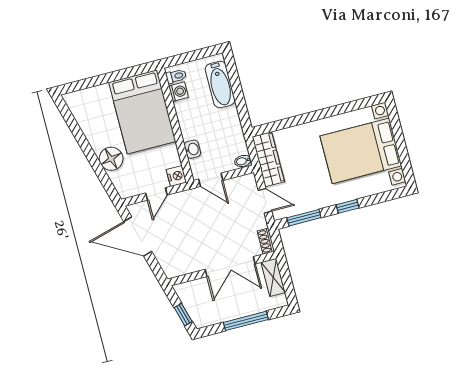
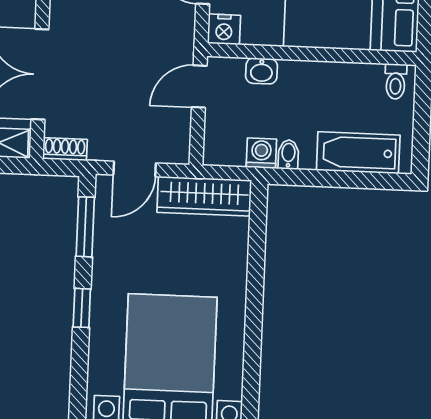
washing machine: (178, 92) -> (261, 153), moved, turned 180
bidet: (243, 161) -> (288, 155), moved

